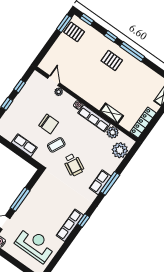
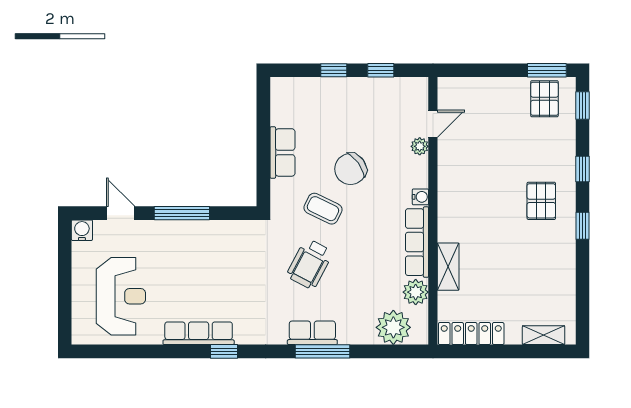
window: (132, 52) -> (582, 226), width x0.46
chair: (49, 124) -> (350, 169), turned 54

